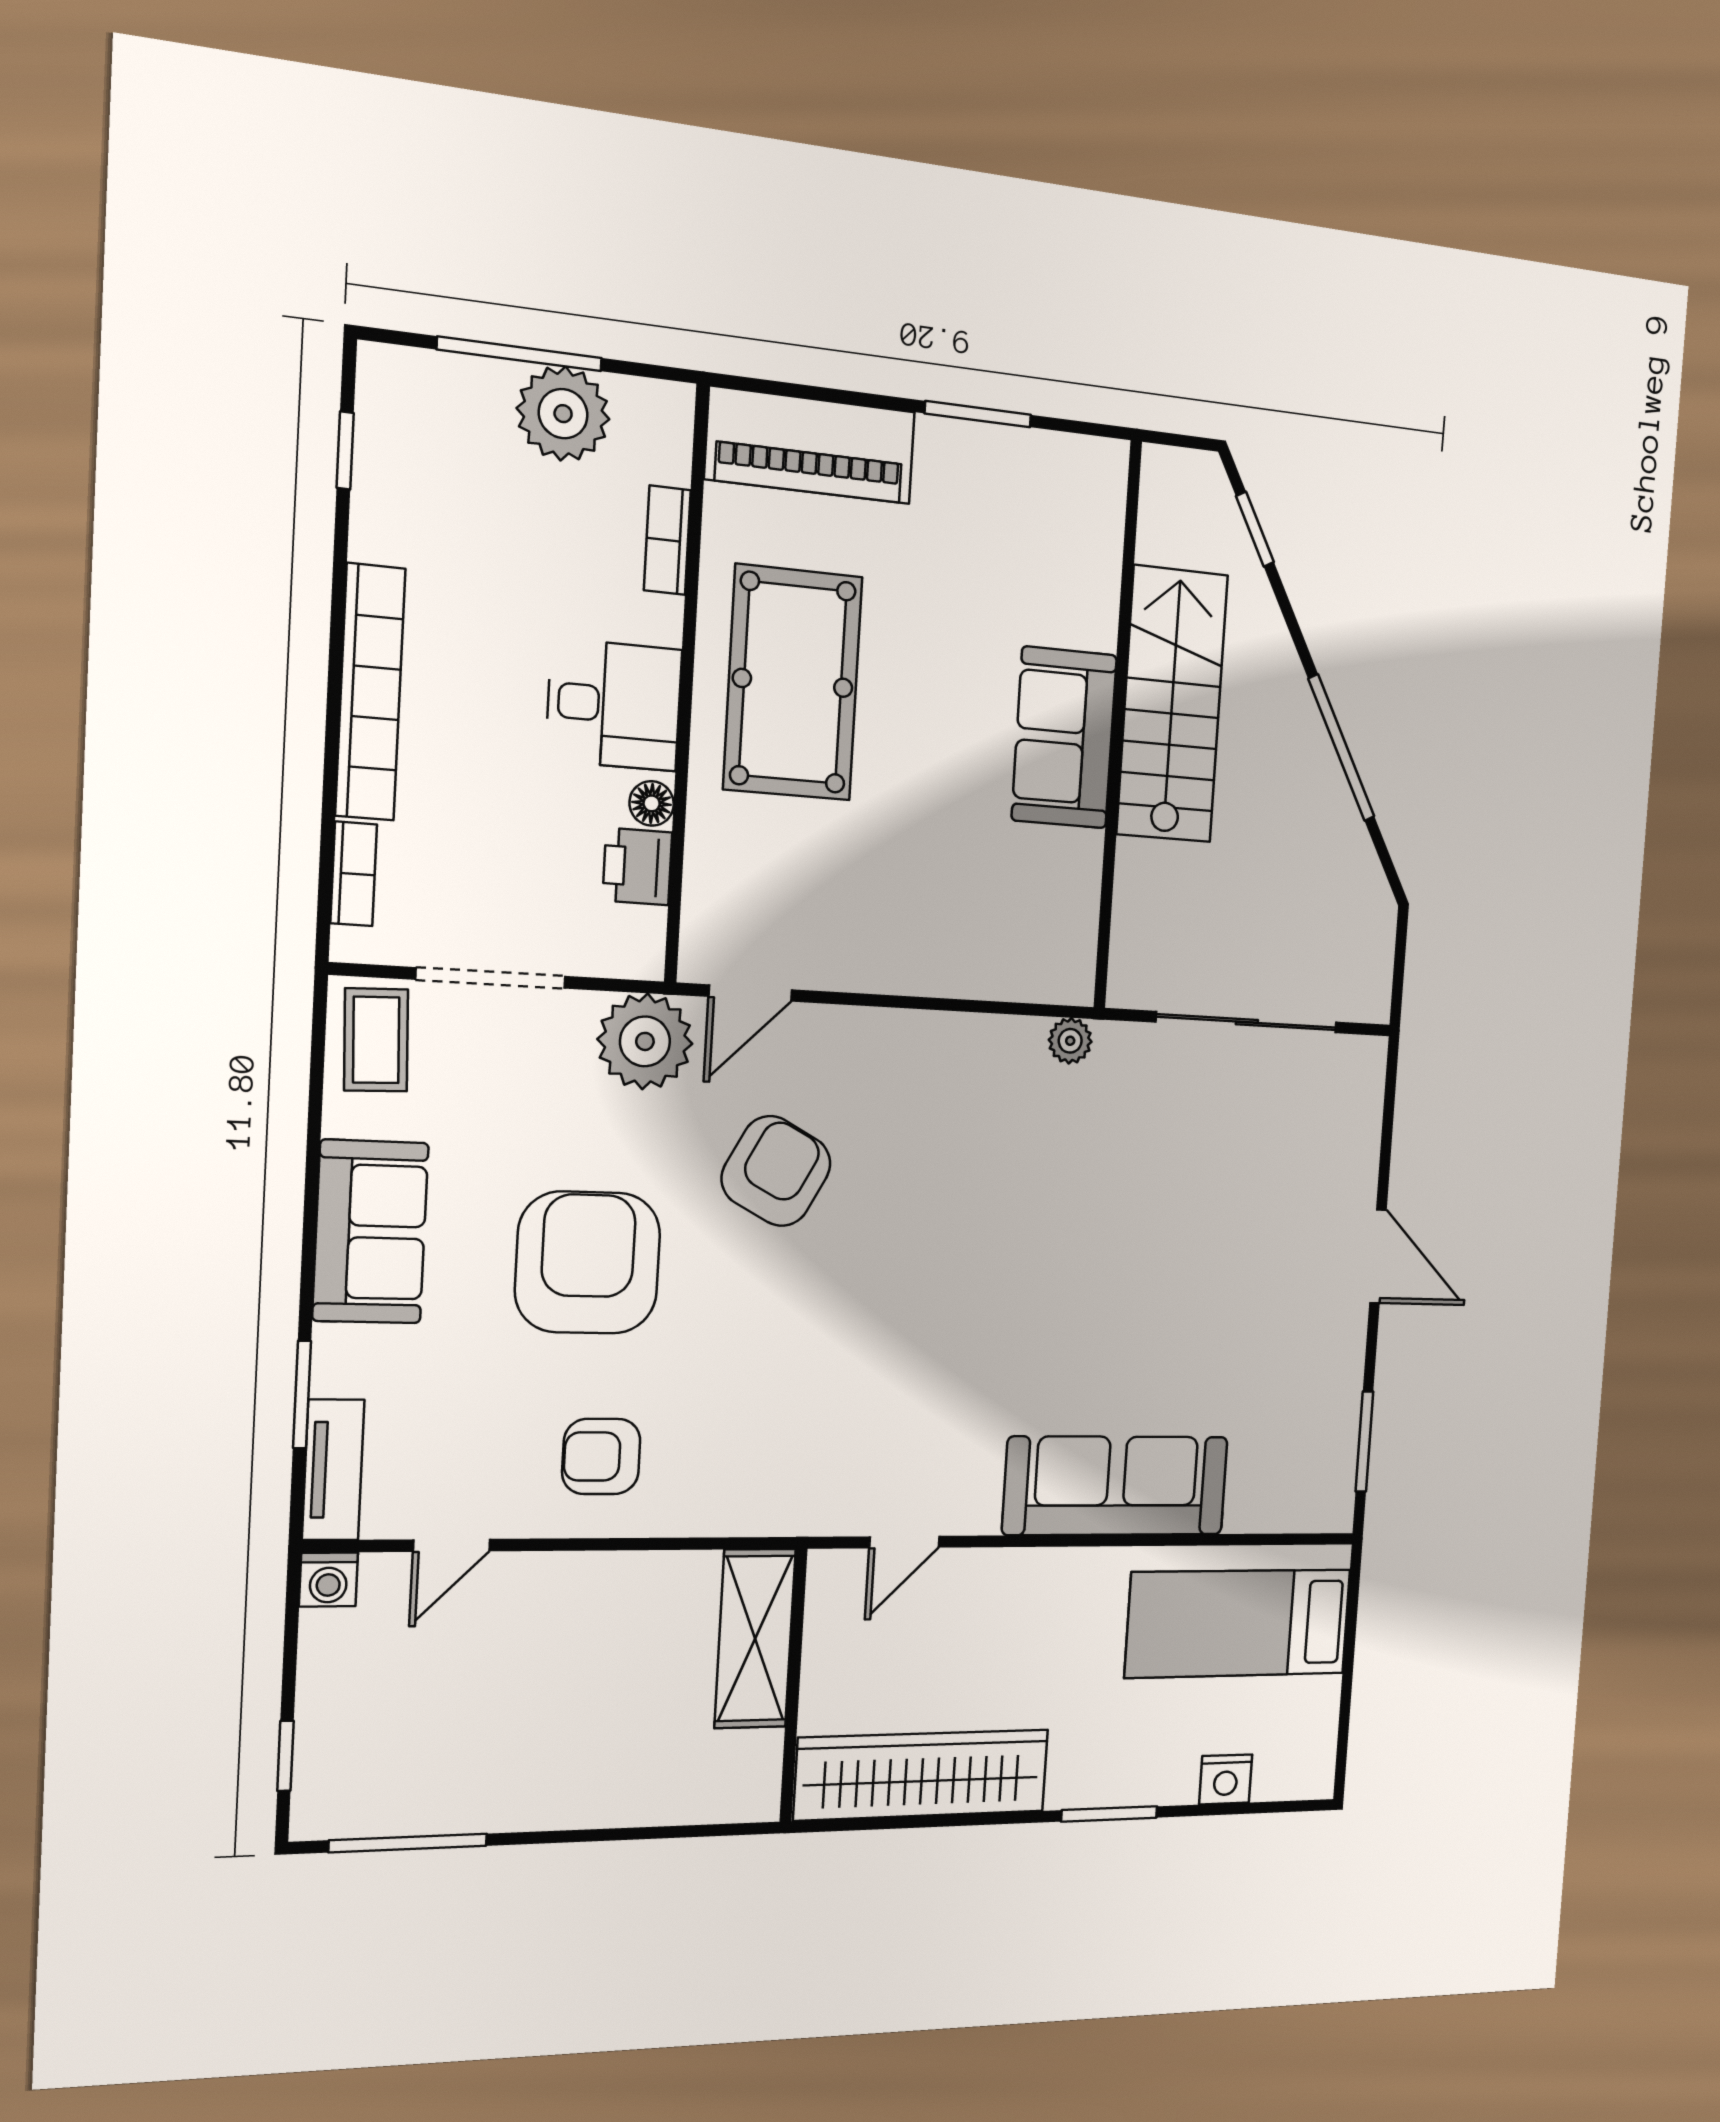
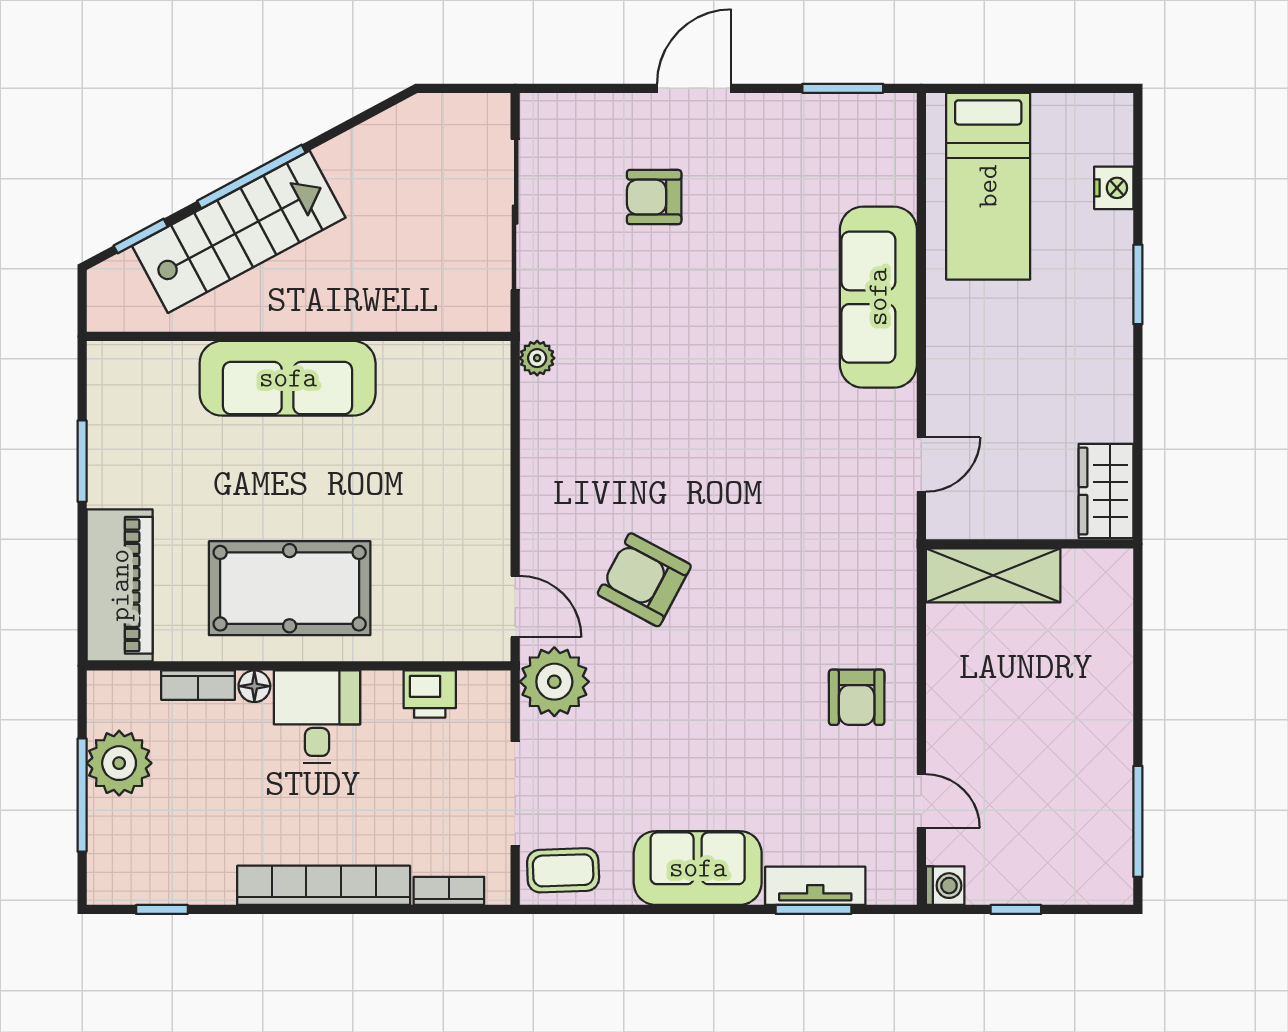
stairs: (1172, 704) -> (239, 232), moved, turned 152
sofa: (1064, 738) -> (288, 378), width x1.36
window: (1341, 748) -> (251, 177), moved
floor lamp: (652, 803) -> (254, 686), moved
armchair: (588, 1263) -> (654, 197), moved, width x0.53, depth x0.53
tv unit: (333, 1470) -> (815, 886), moved
door: (904, 1542) -> (921, 464), hinge flipped
window: (285, 1756) -> (1016, 909), moved
wardrobe: (922, 1775) -> (1106, 491), width x0.48, depth x0.85

